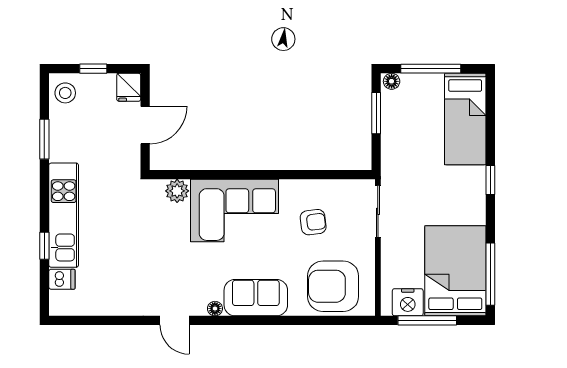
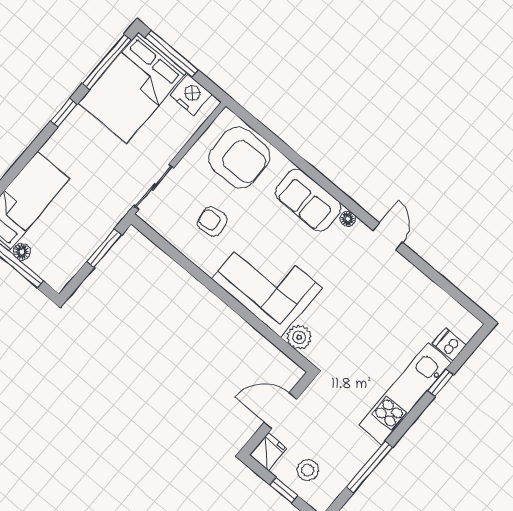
floor lamp: (392, 81) -> (22, 252), moved
stool: (65, 93) -> (308, 470), moved
window: (376, 113) -> (104, 248), moved
window: (44, 139) -> (369, 467), width x1.44
window: (490, 180) -> (64, 113), moved
window: (427, 320) -> (171, 54), moved

